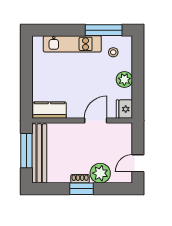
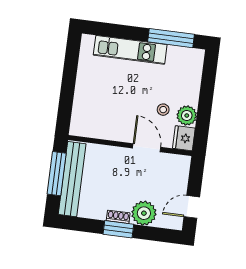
stool: (113, 52) -> (163, 110), moved
plant: (124, 80) -> (187, 116), moved
kitchen counter: (50, 110) -> (92, 128), removed
door: (96, 121) -> (147, 148), hinge flipped

